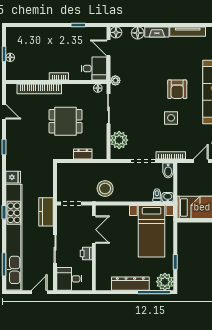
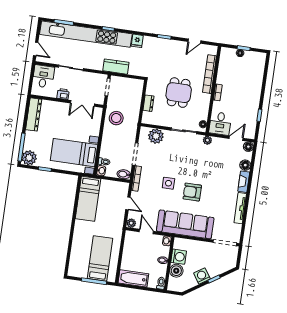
kitchen counter: (46, 212) -> (116, 67), moved
dresser: (130, 284) -> (34, 114), moved

